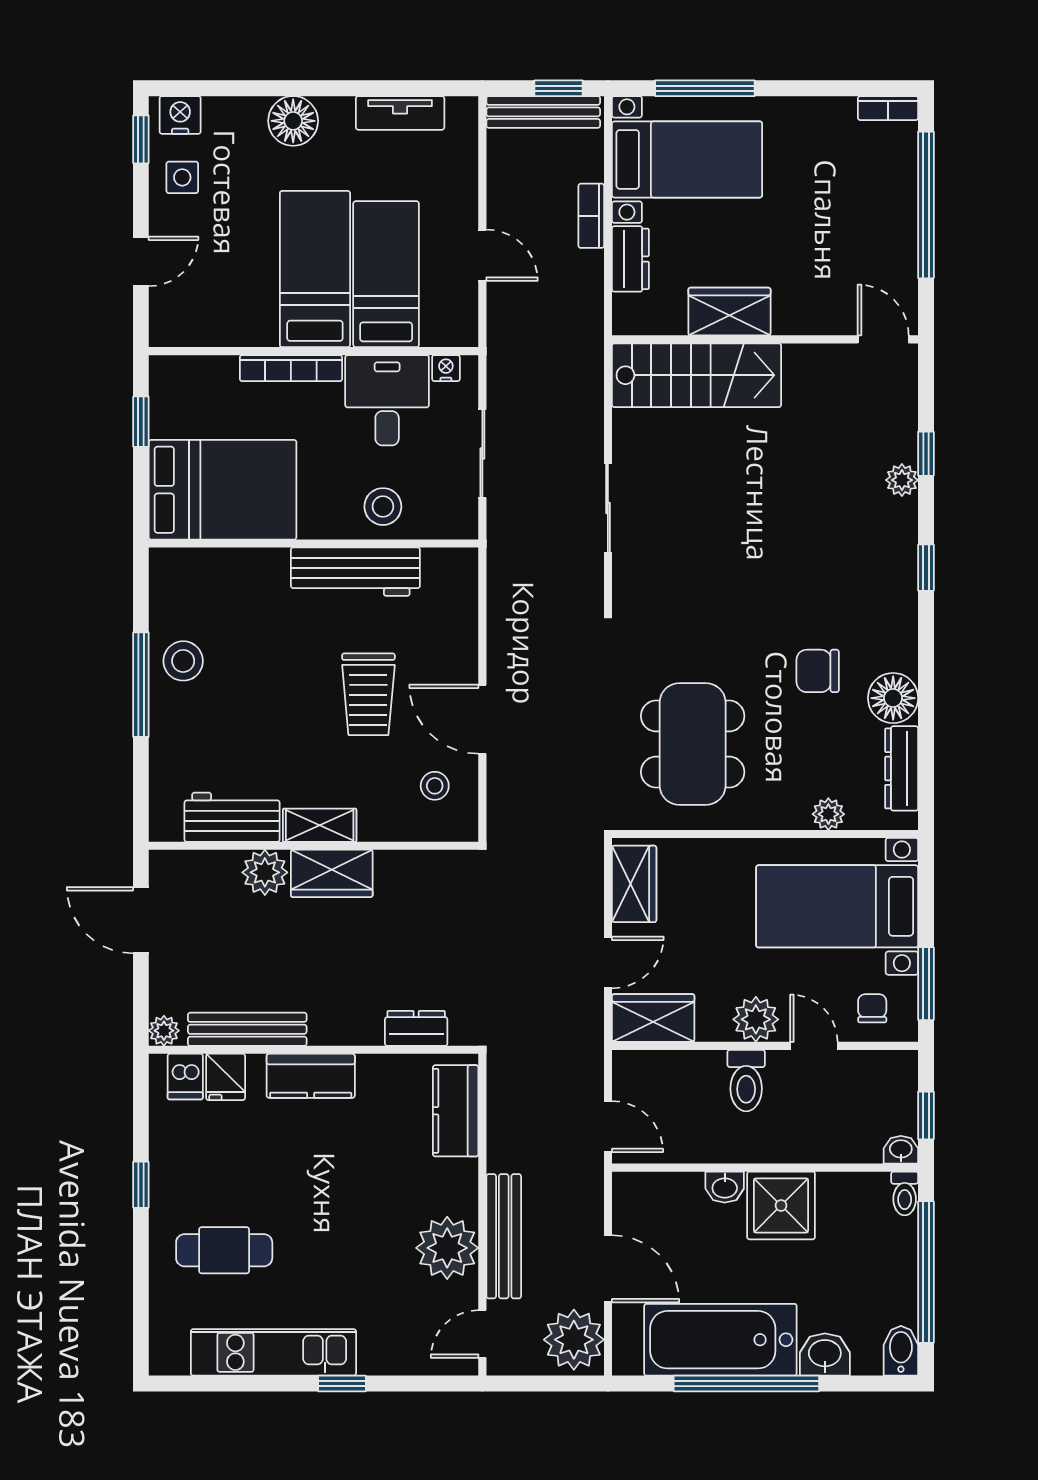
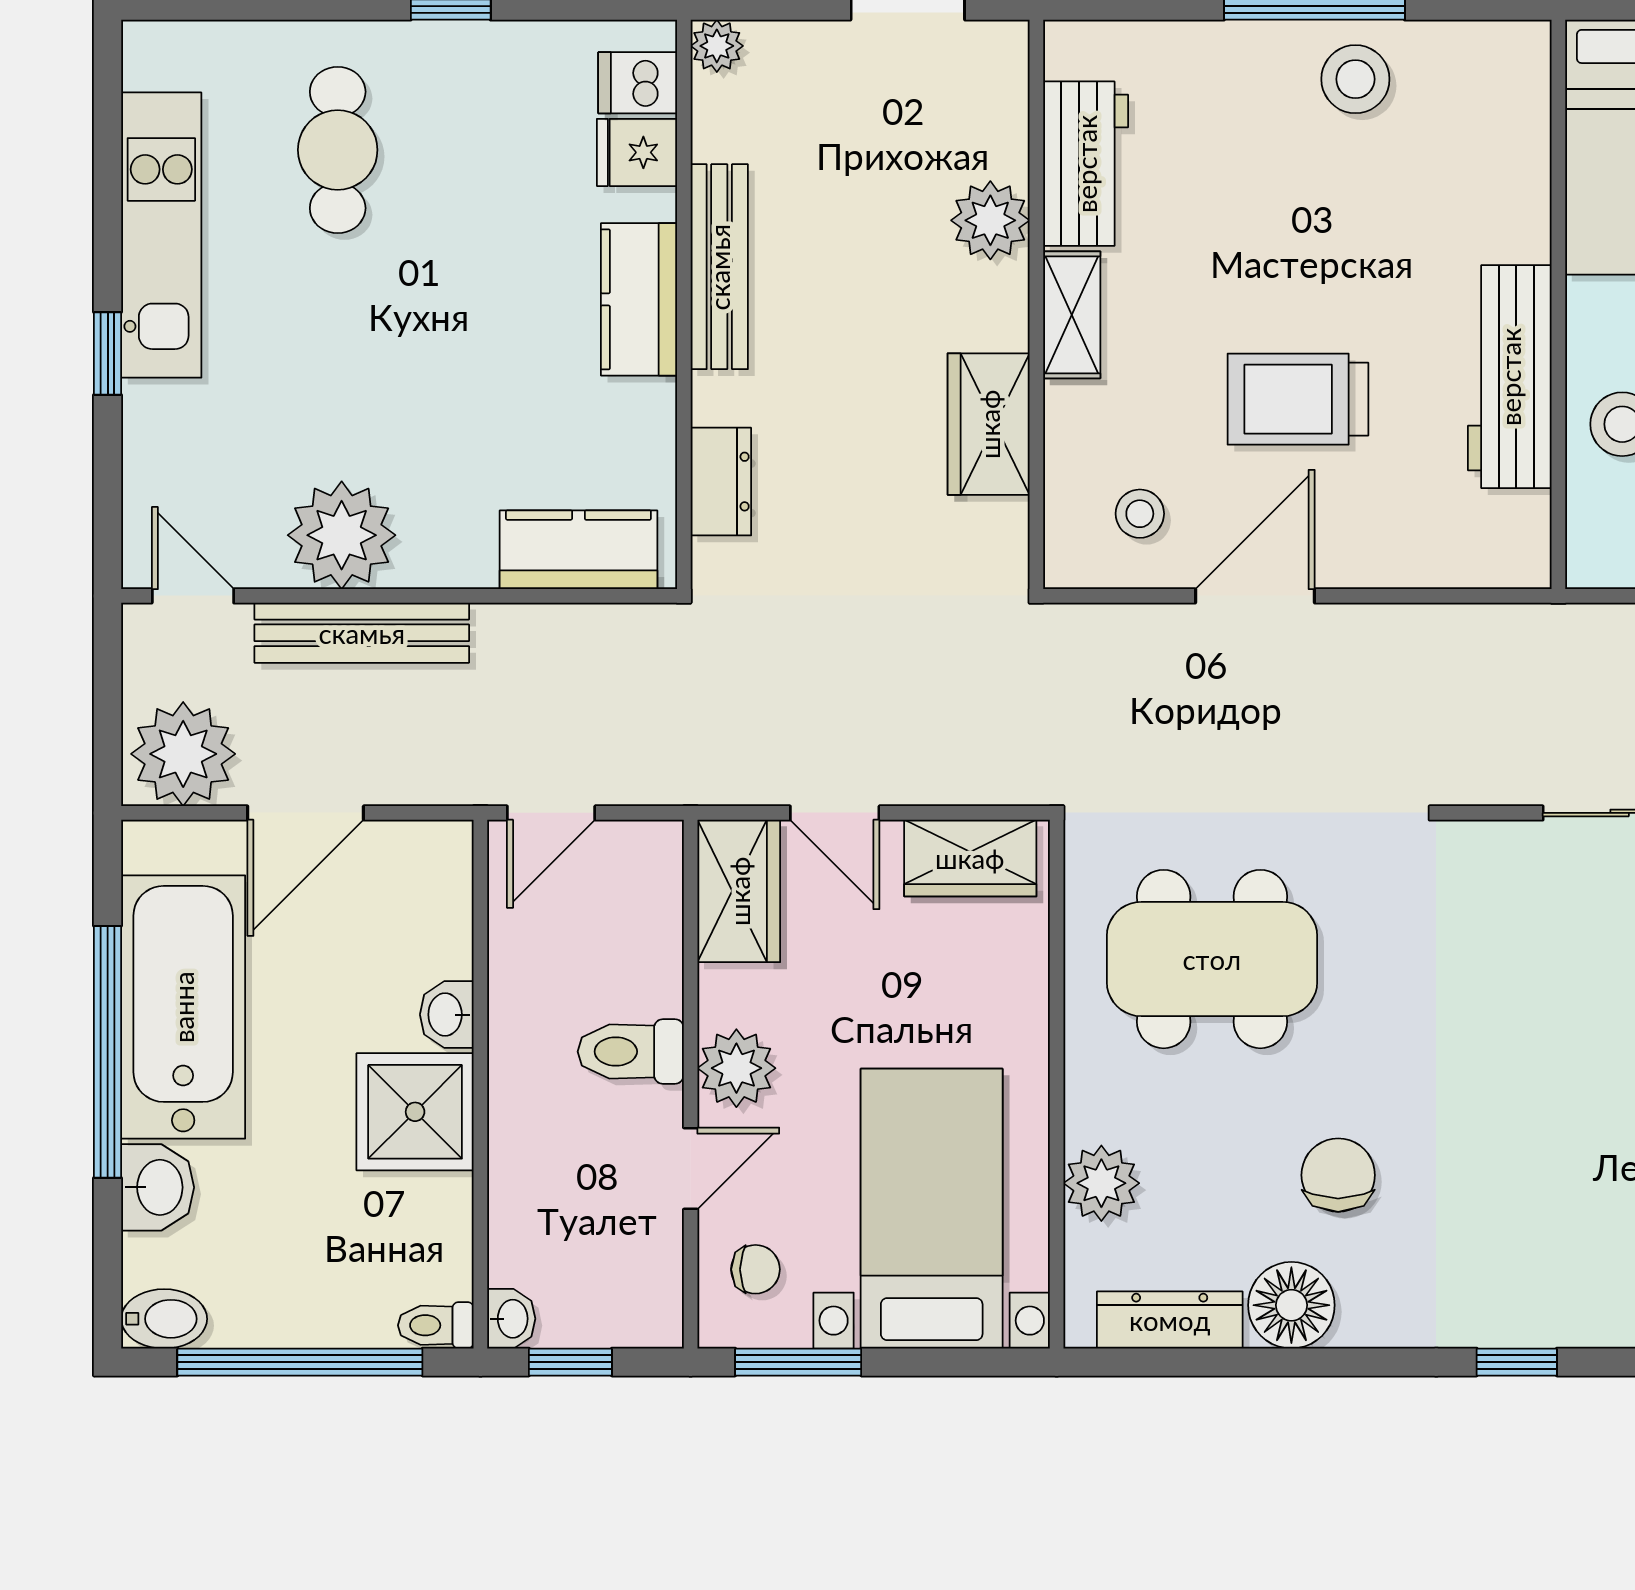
plant: (828, 814) -> (1101, 1183), width x1.38, depth x1.38
wardrobe: (332, 873) -> (989, 424), moved
bench: (247, 1029) -> (719, 267), moved

